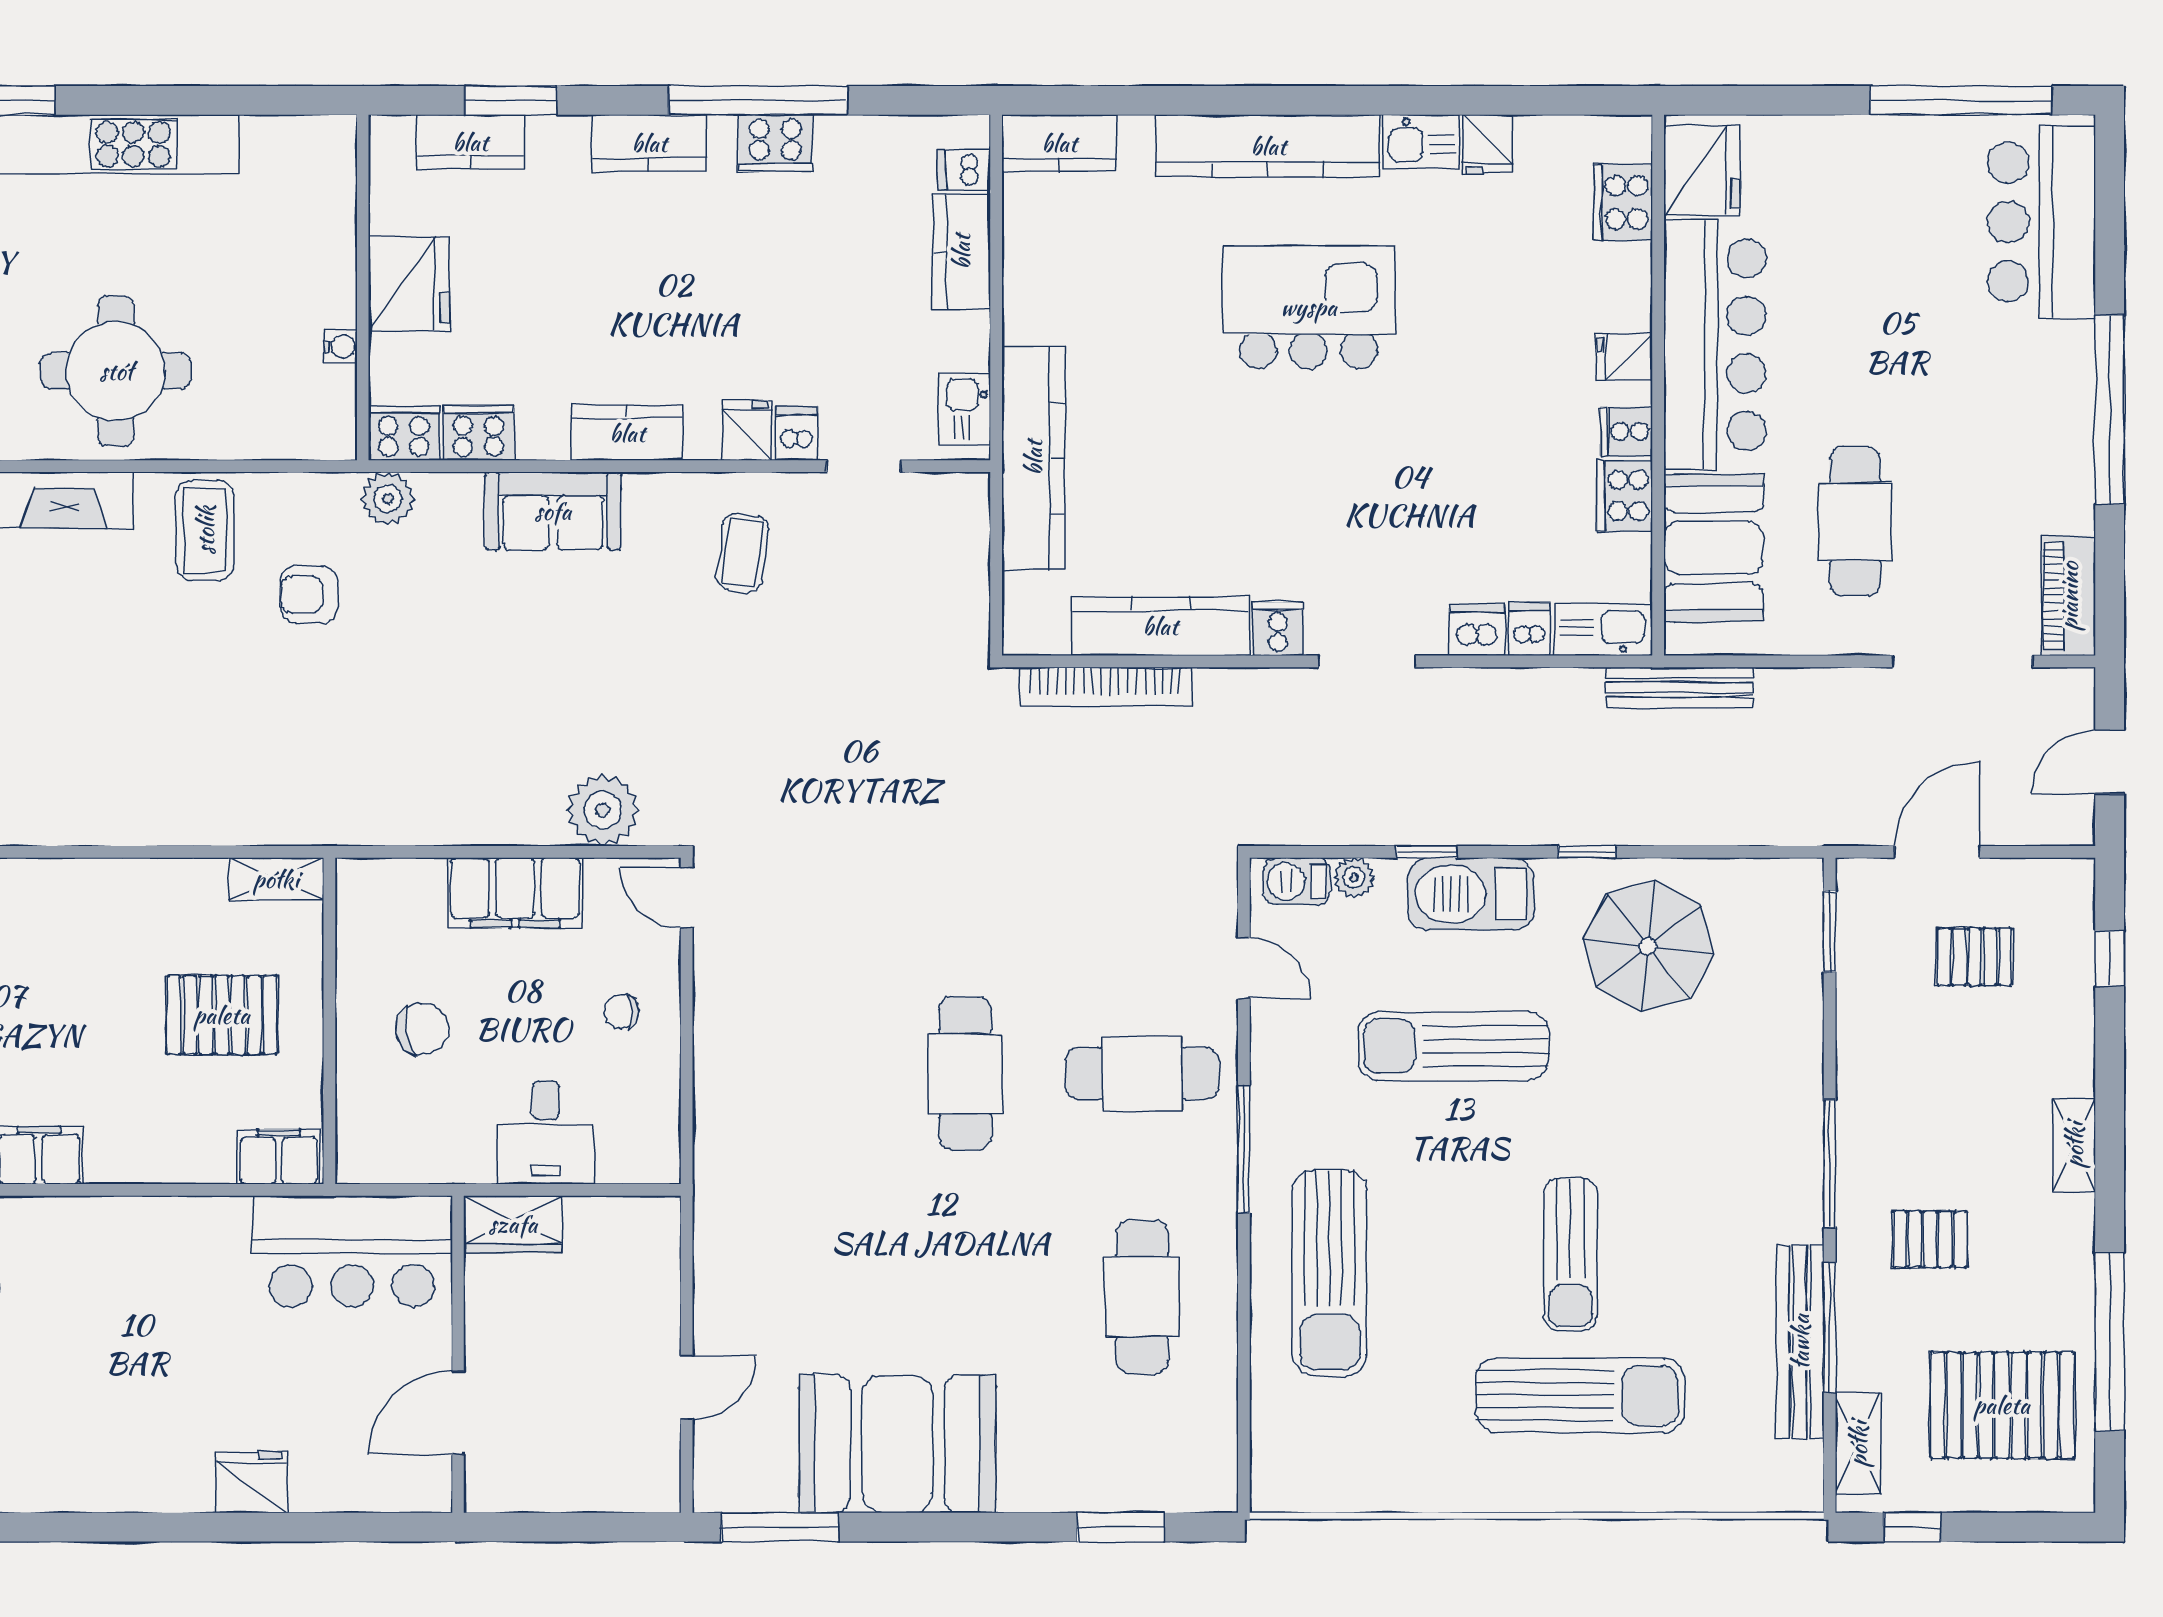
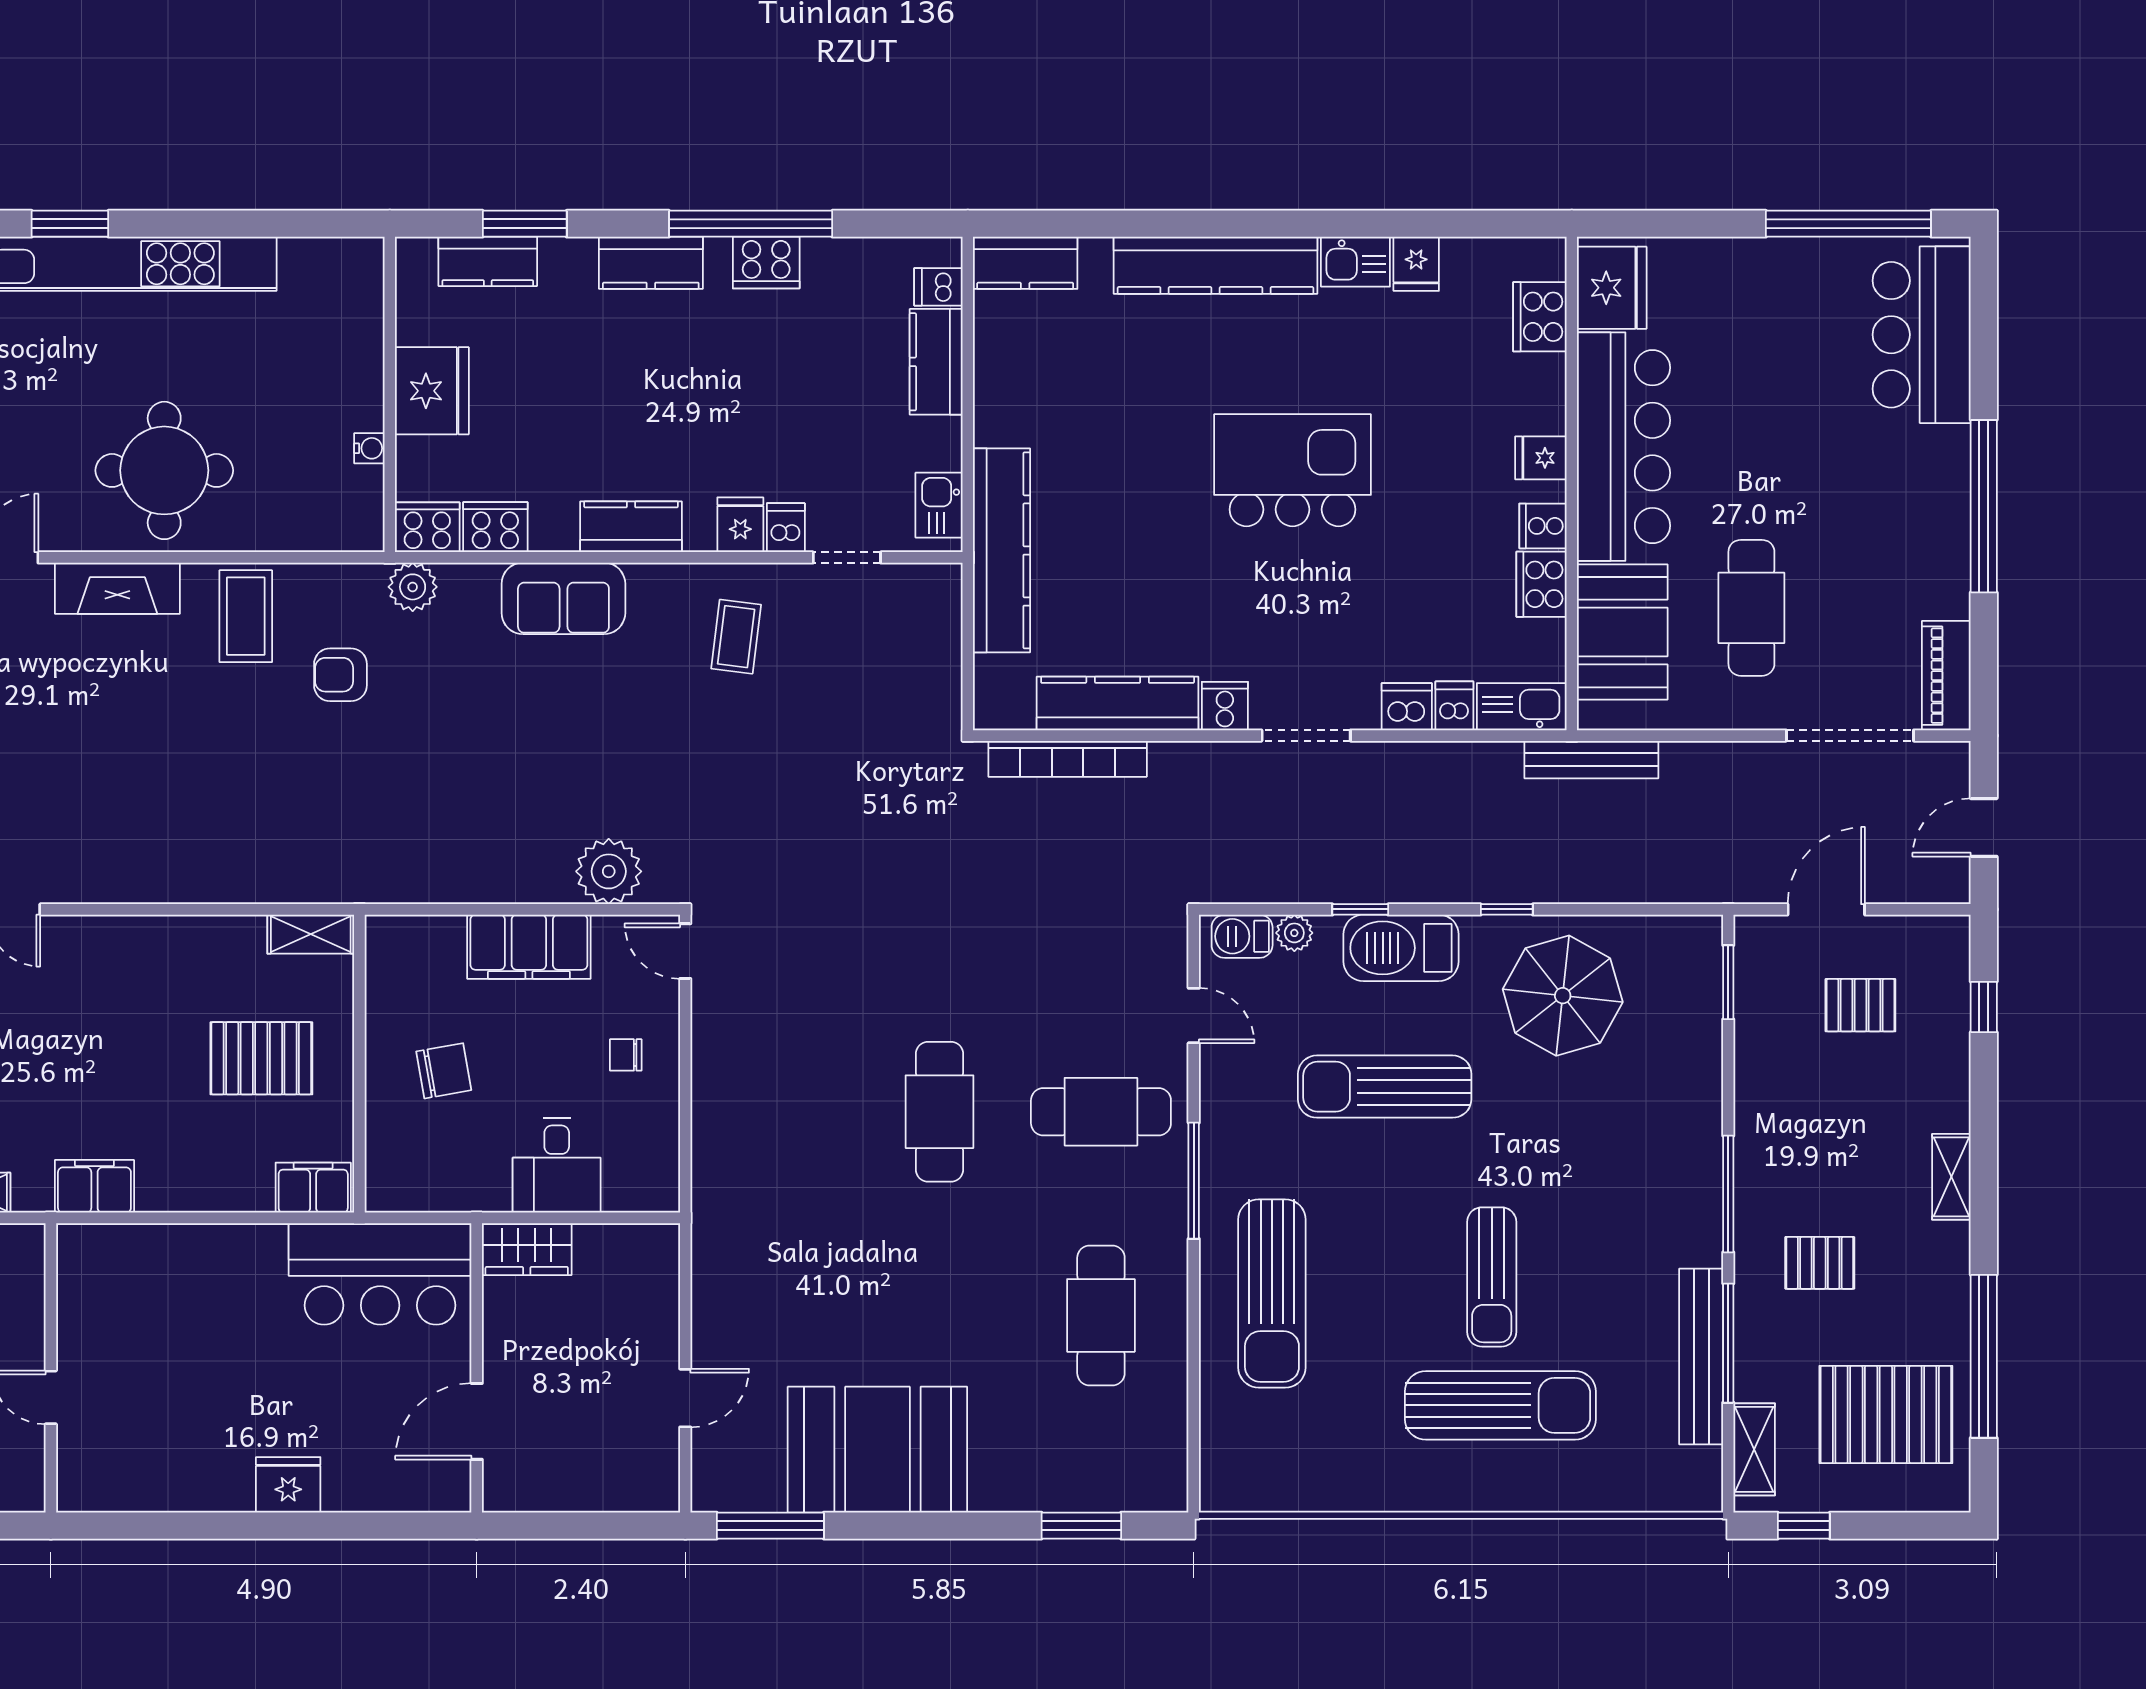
kitchen island: (1309, 307) -> (1292, 470), moved

